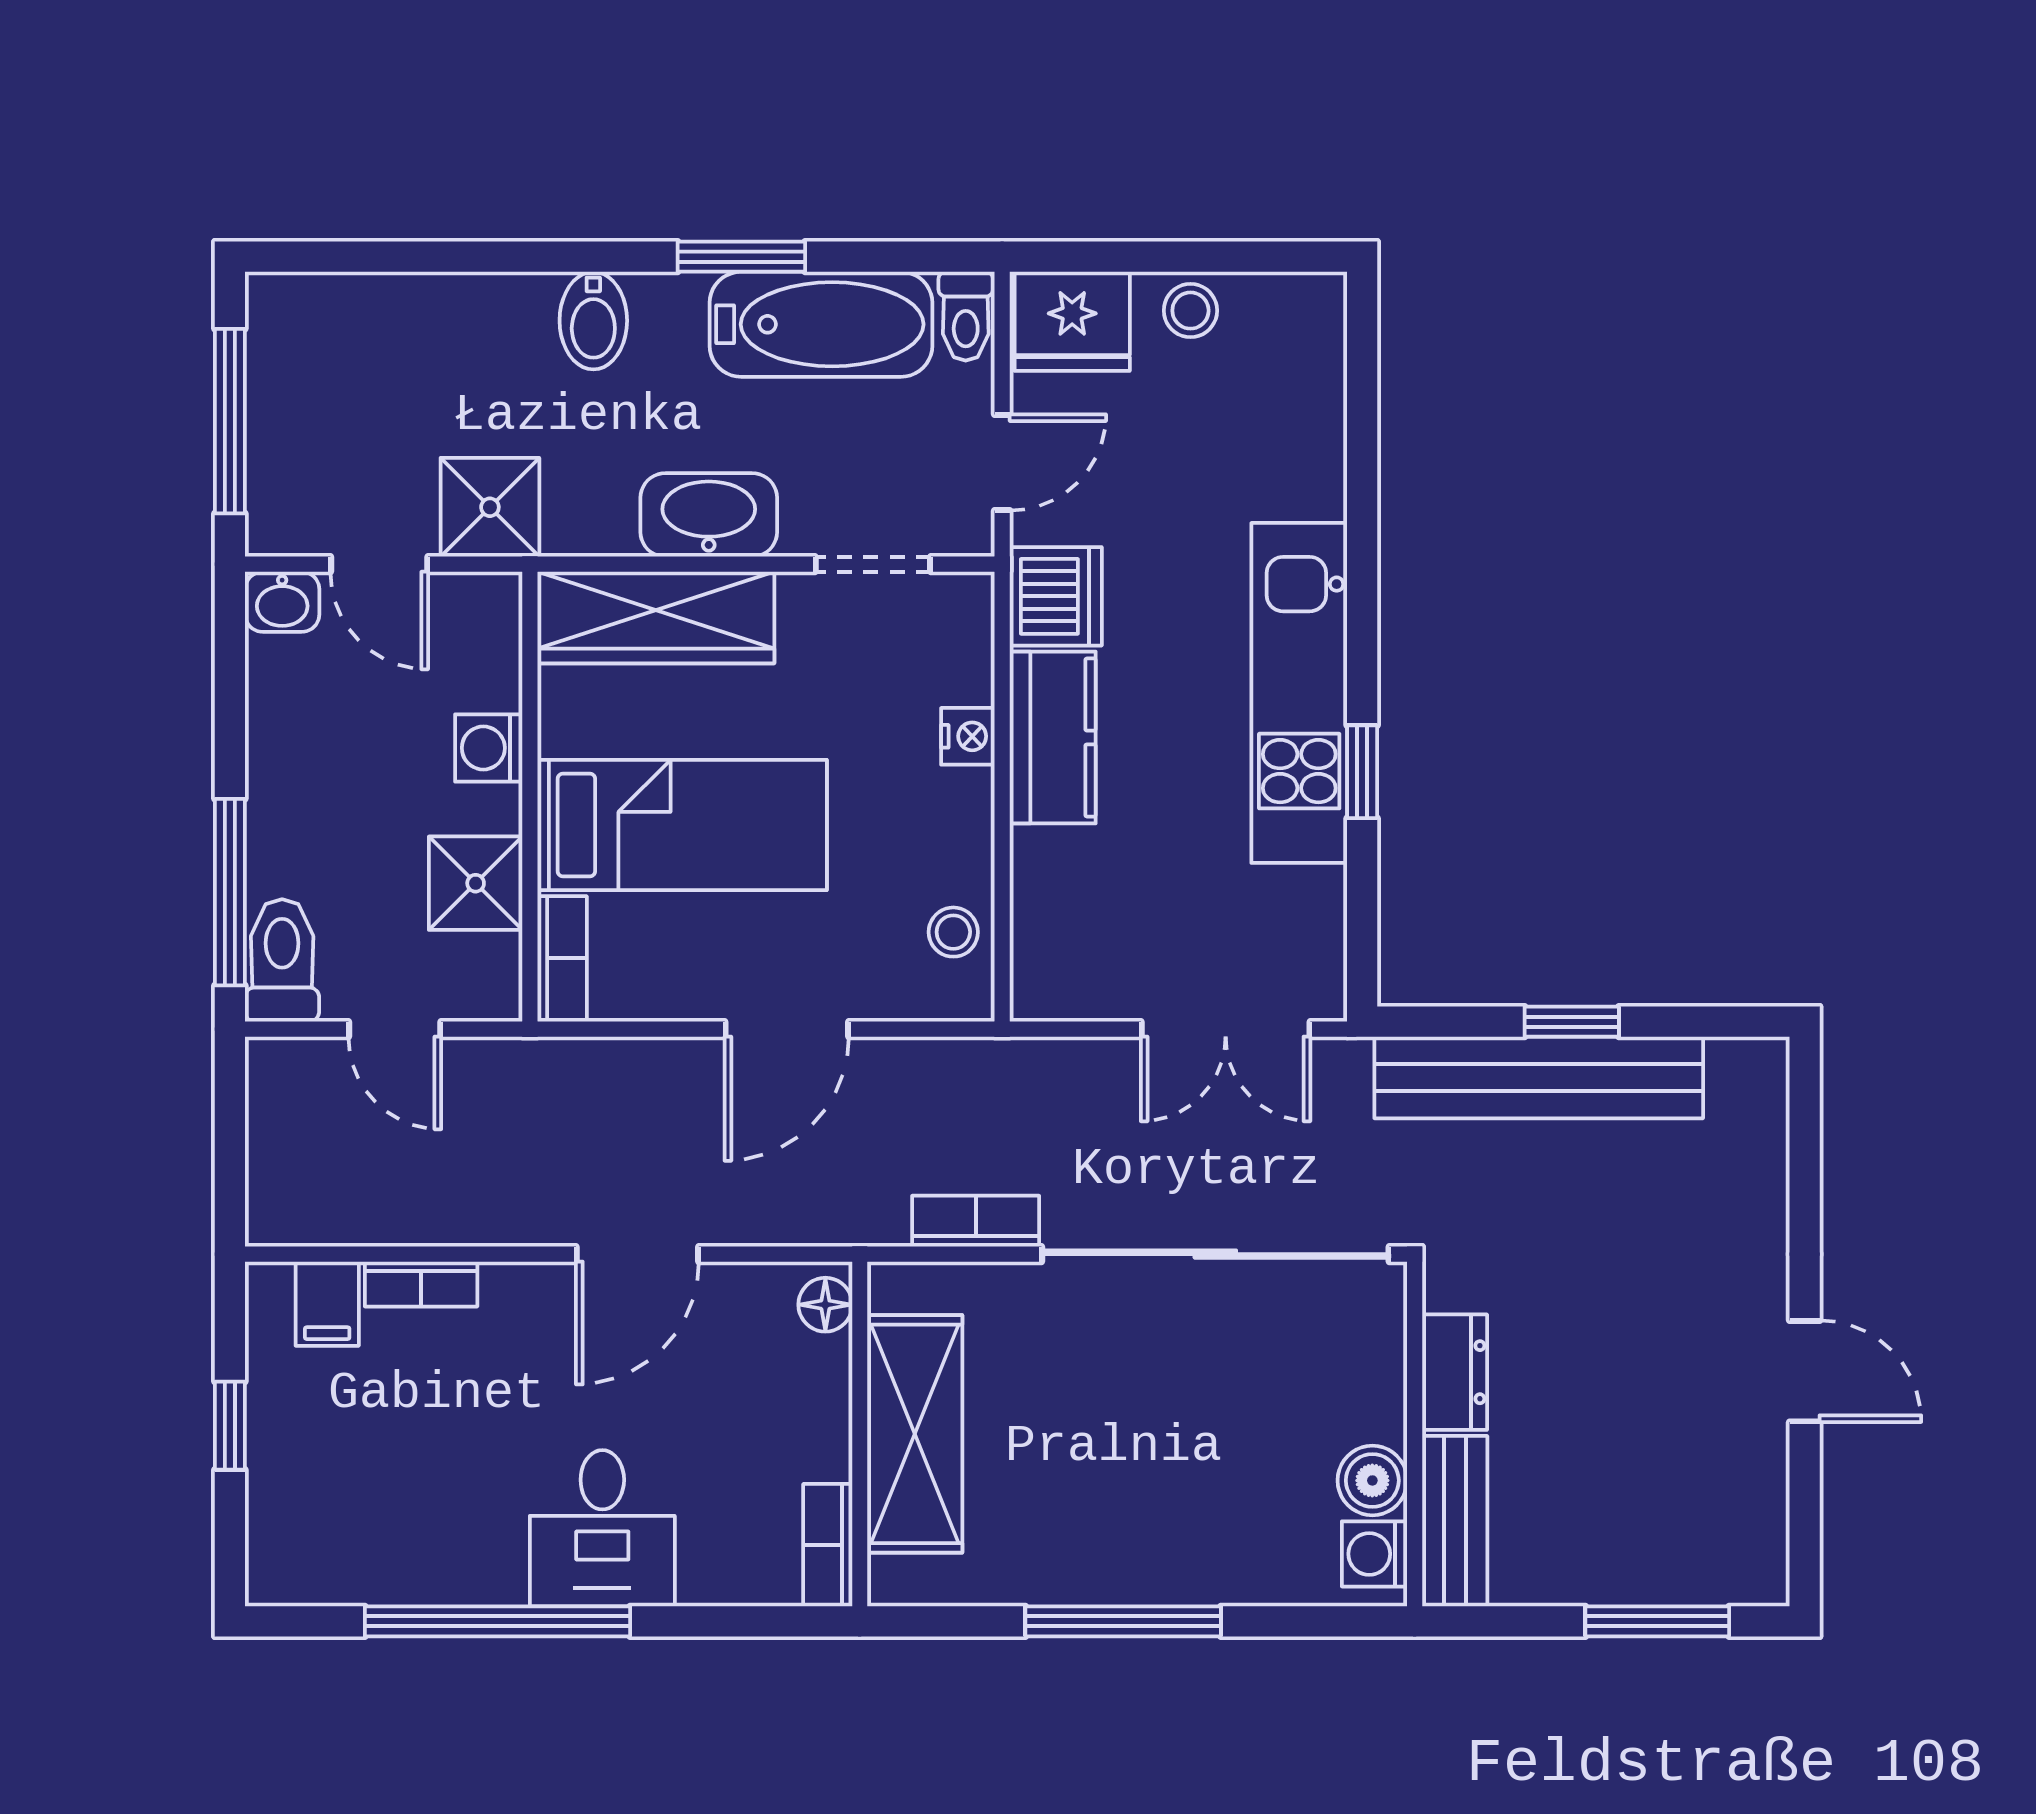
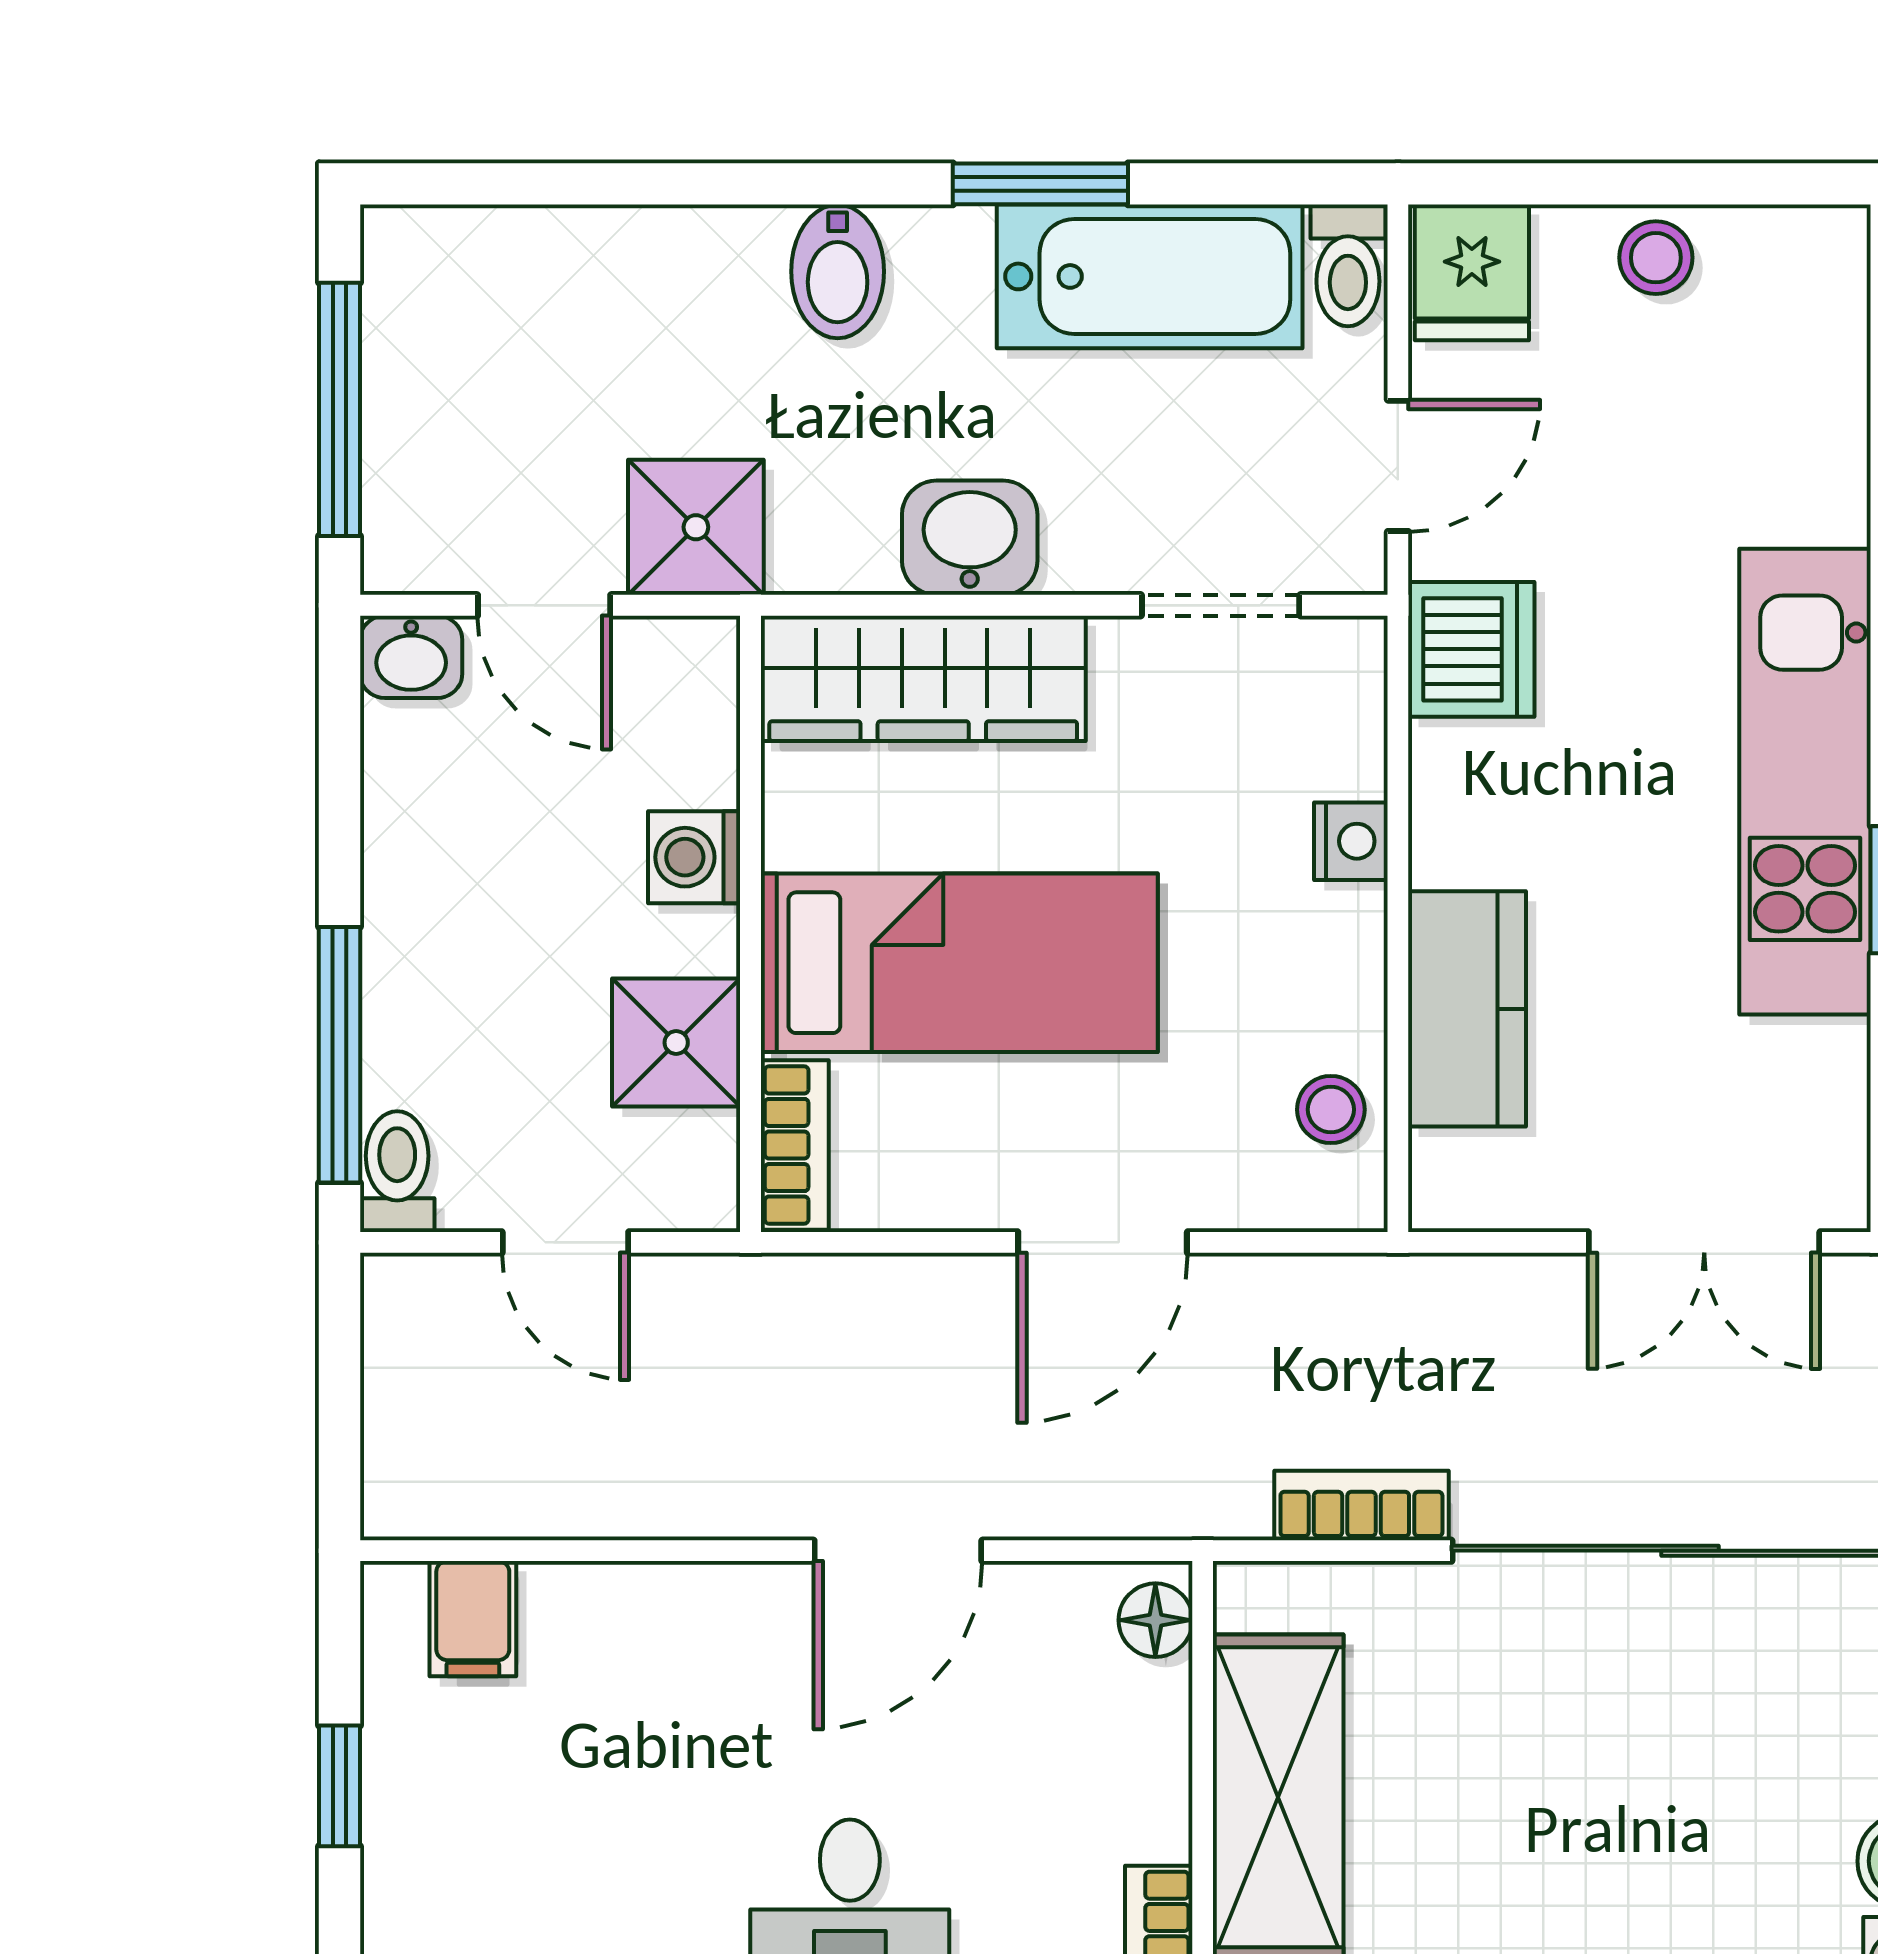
fridge: (1072, 321) -> (1472, 272), width x0.72
washbasin: (709, 515) -> (970, 538), width x0.72
kitchen counter: (1053, 737) -> (1467, 1009), moved
toilet: (282, 960) -> (397, 1172), width x0.73, depth x0.72
bookcase: (421, 1284) -> (601, 1592), removed

